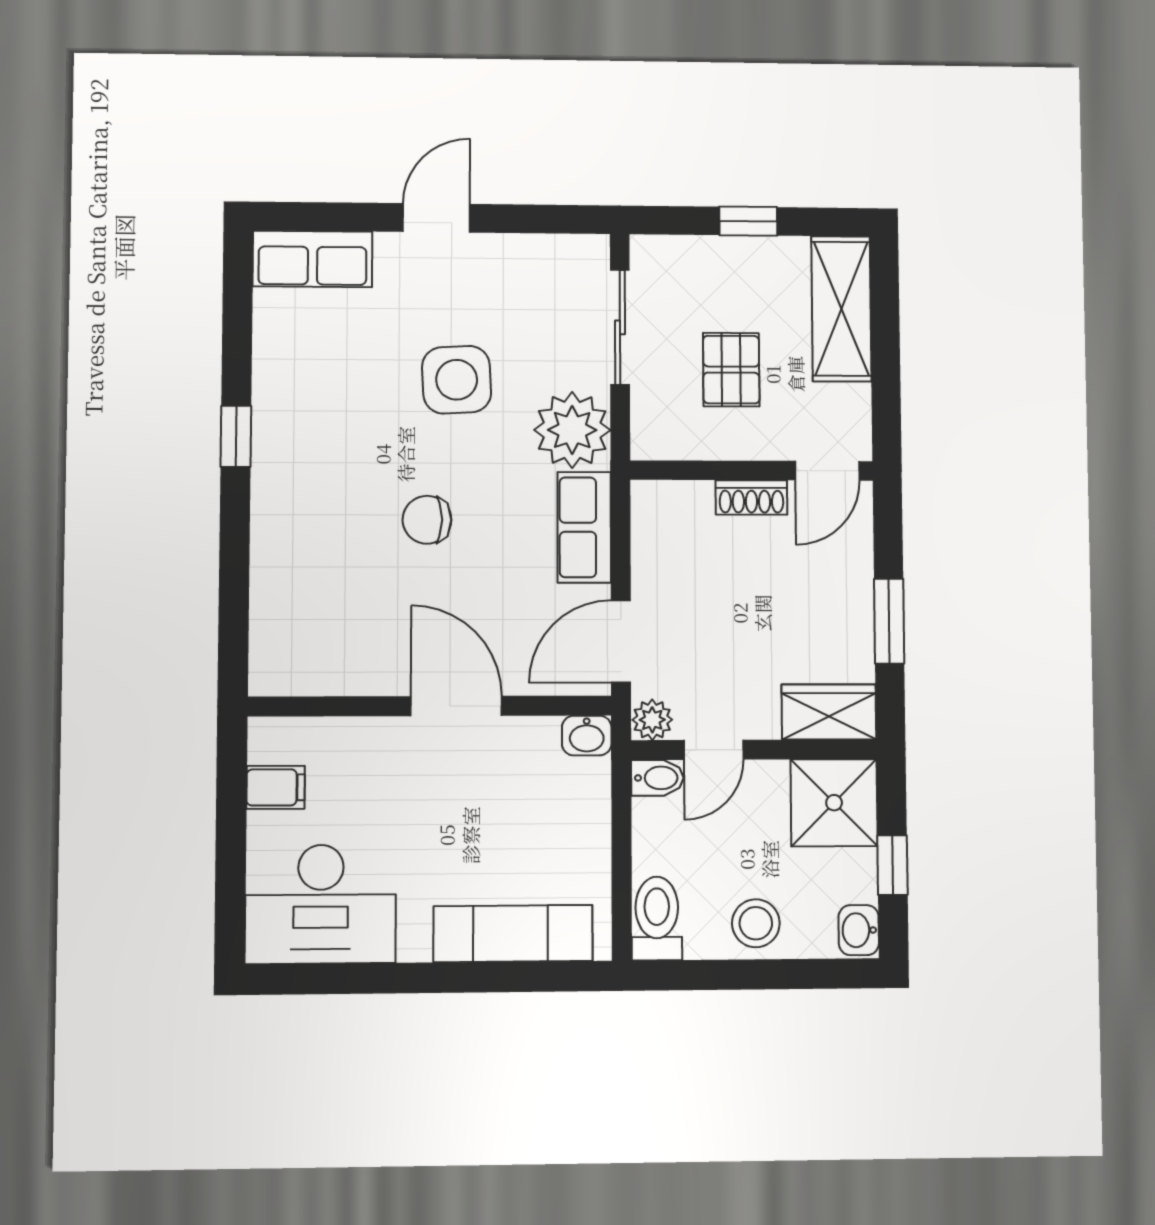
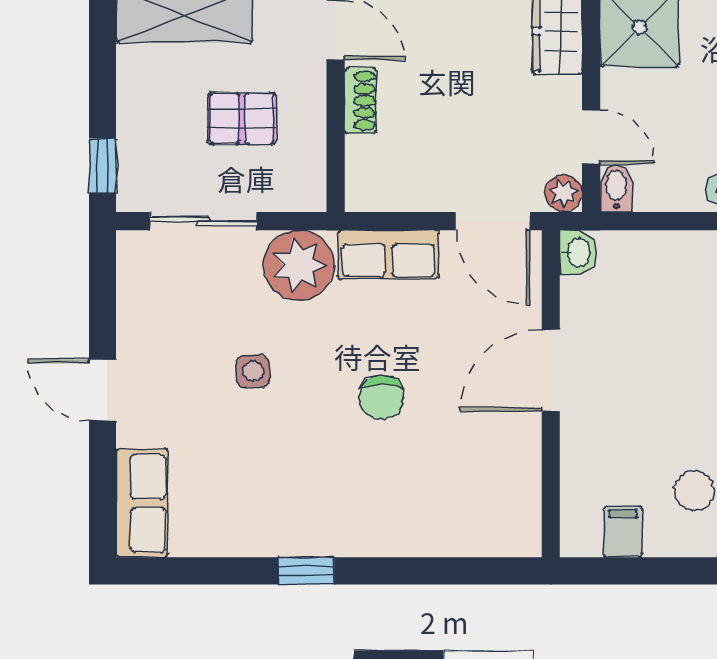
window: (748, 221) -> (103, 166), moved
side table: (457, 380) -> (253, 371), width x0.54, depth x0.54

